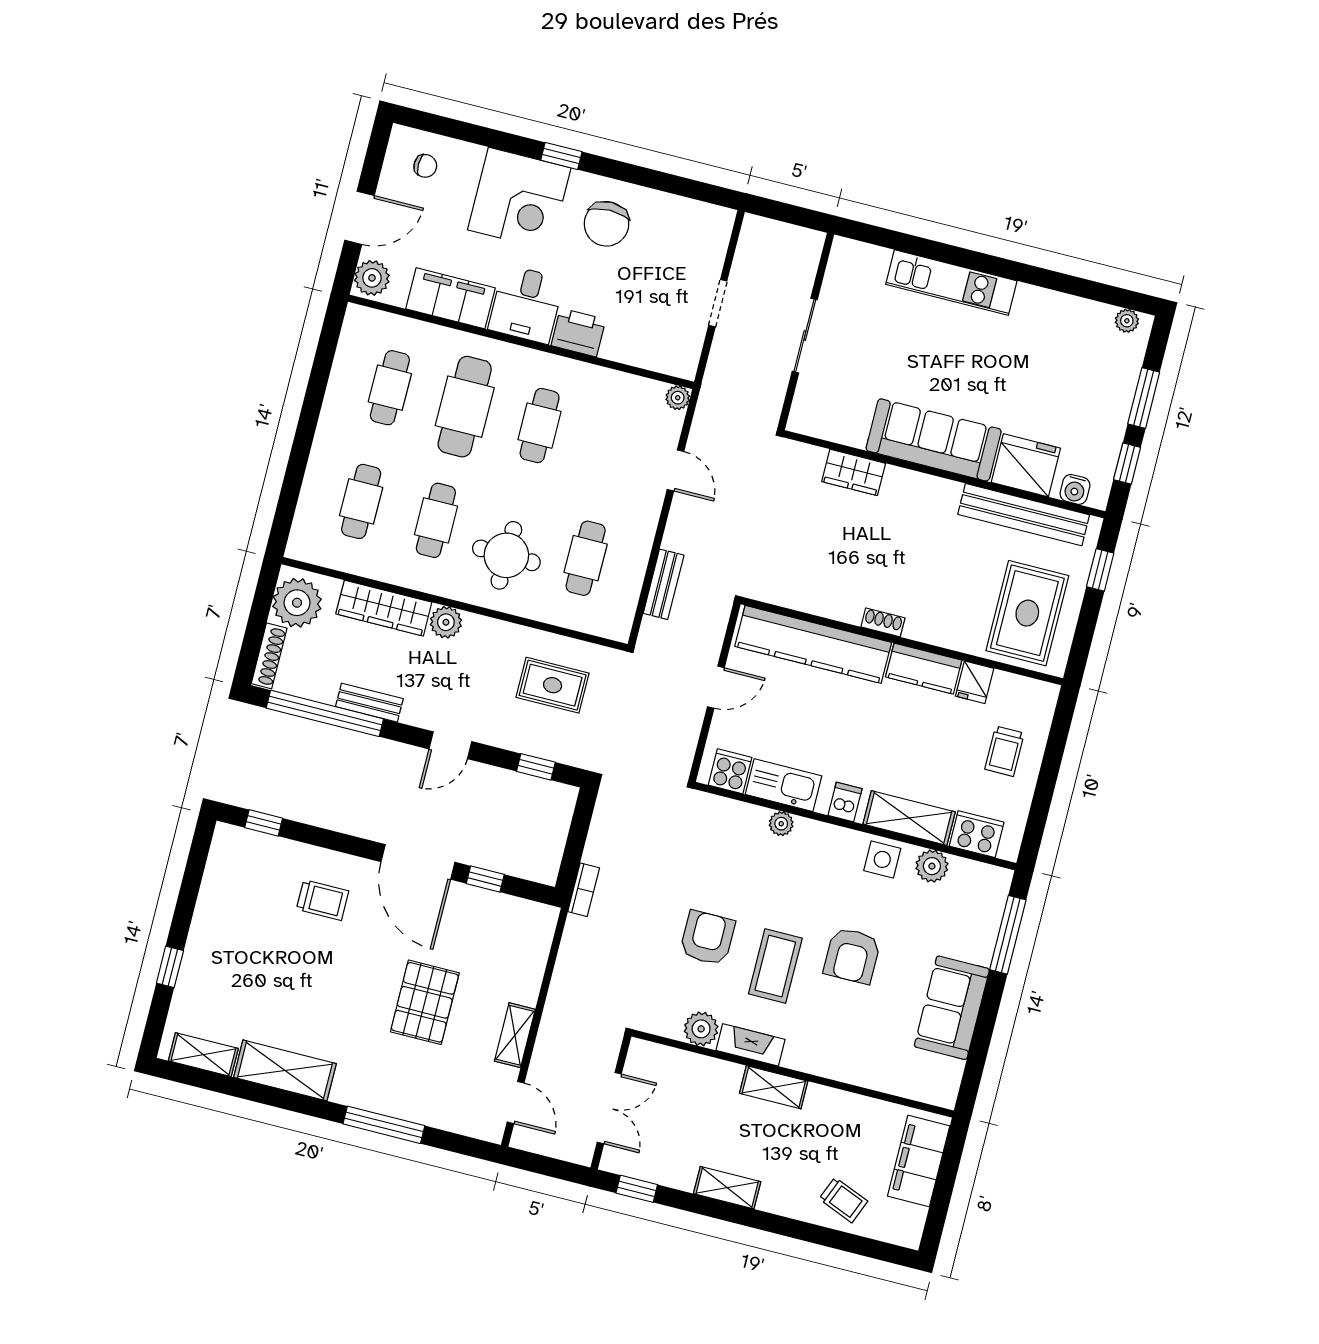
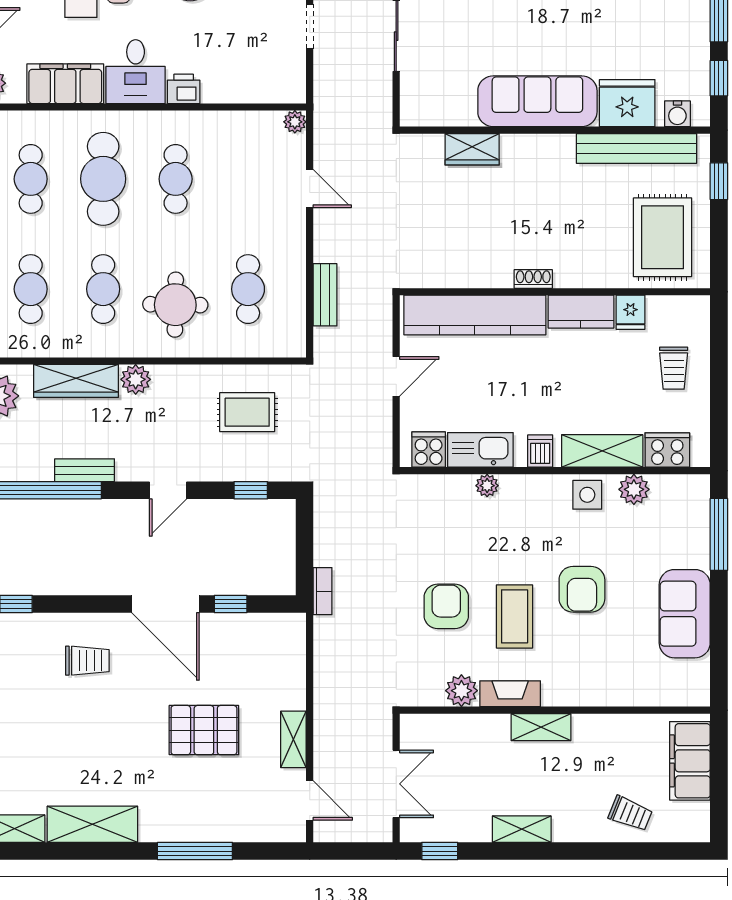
printer: (578, 332) -> (184, 89), width x0.73, depth x0.81
pallet: (425, 1002) -> (204, 730), turned 90

